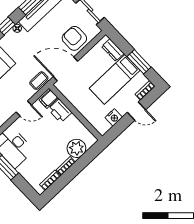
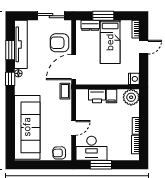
window: (139, 62) -> (103, 16), moved
filing cabinet: (49, 99) -> (111, 96), moved
door: (24, 108) -> (74, 128), moved
nightstand: (114, 117) -> (134, 79), moved
plant: (76, 148) -> (131, 97), moved

